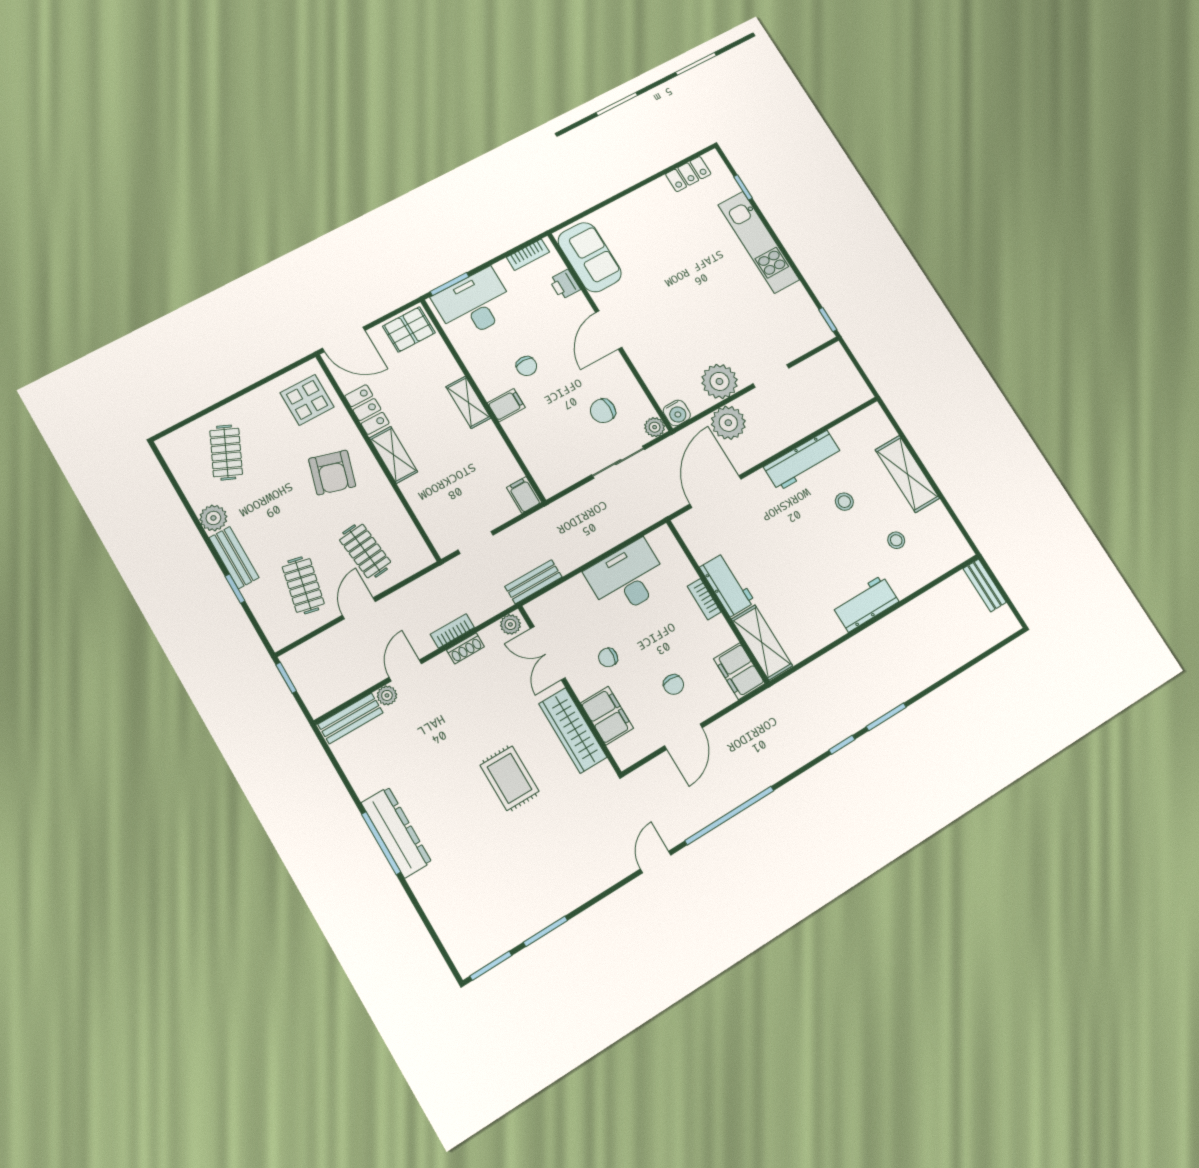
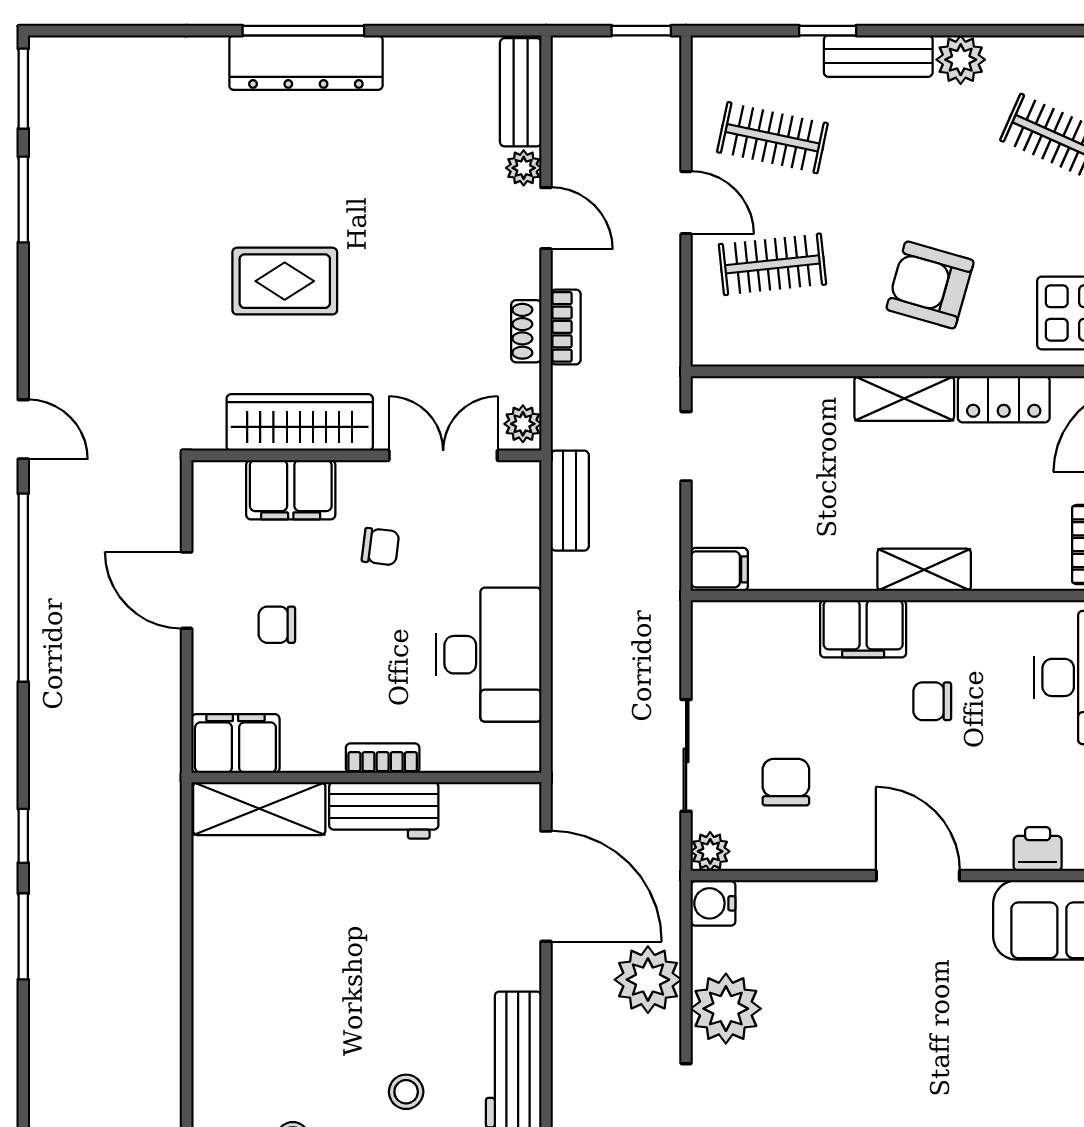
filing cabinet: (506, 405) -> (863, 629), width x2.00
workbench: (865, 603) -> (221, 1019), removed
chair: (608, 657) -> (380, 547), turned 90

